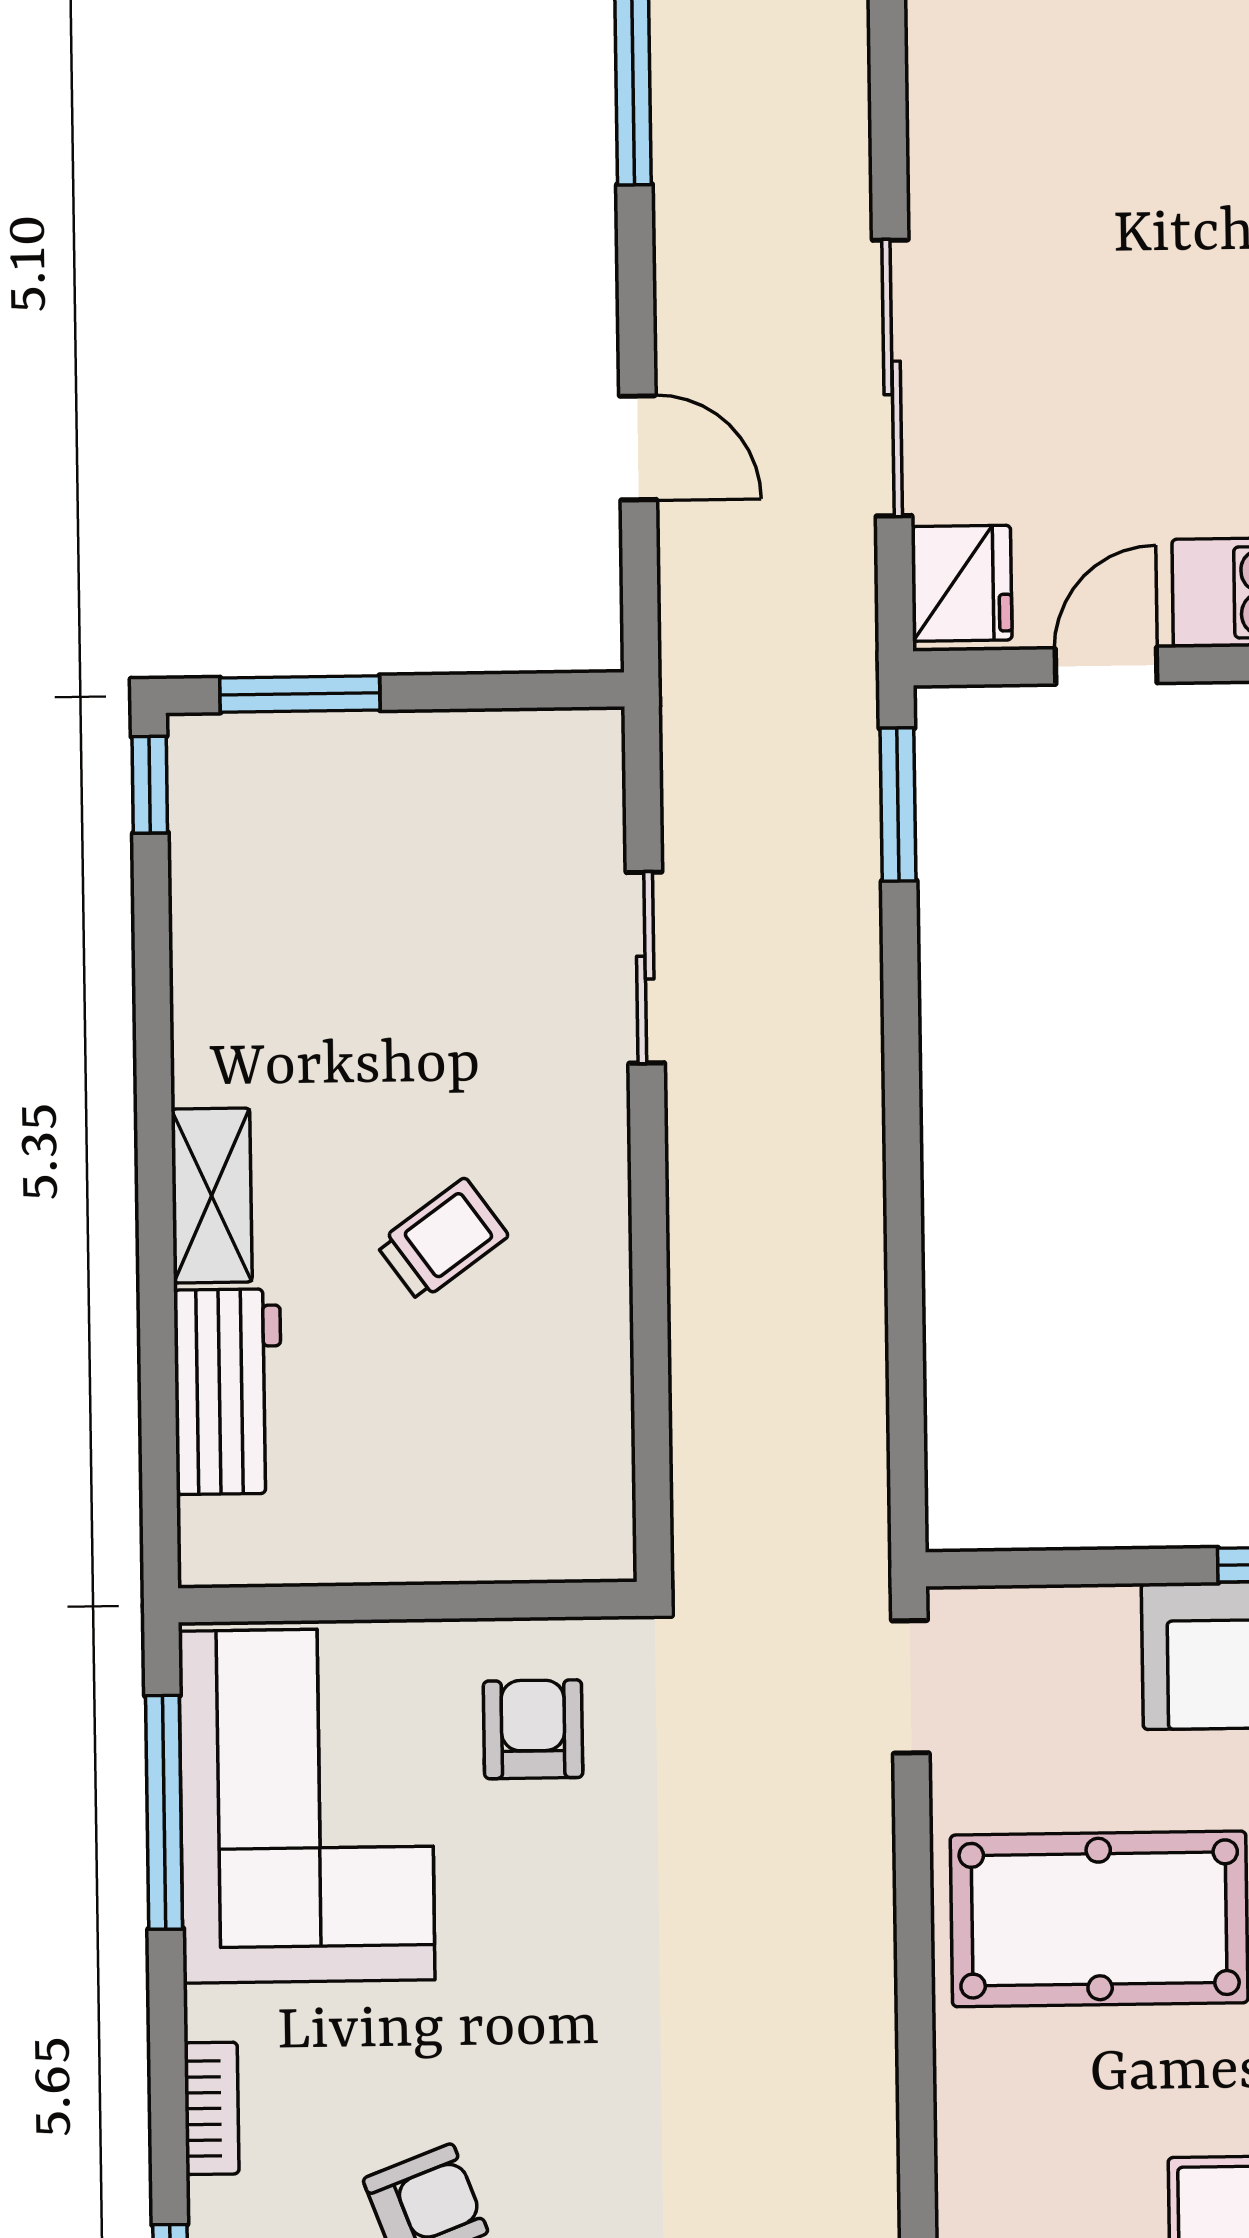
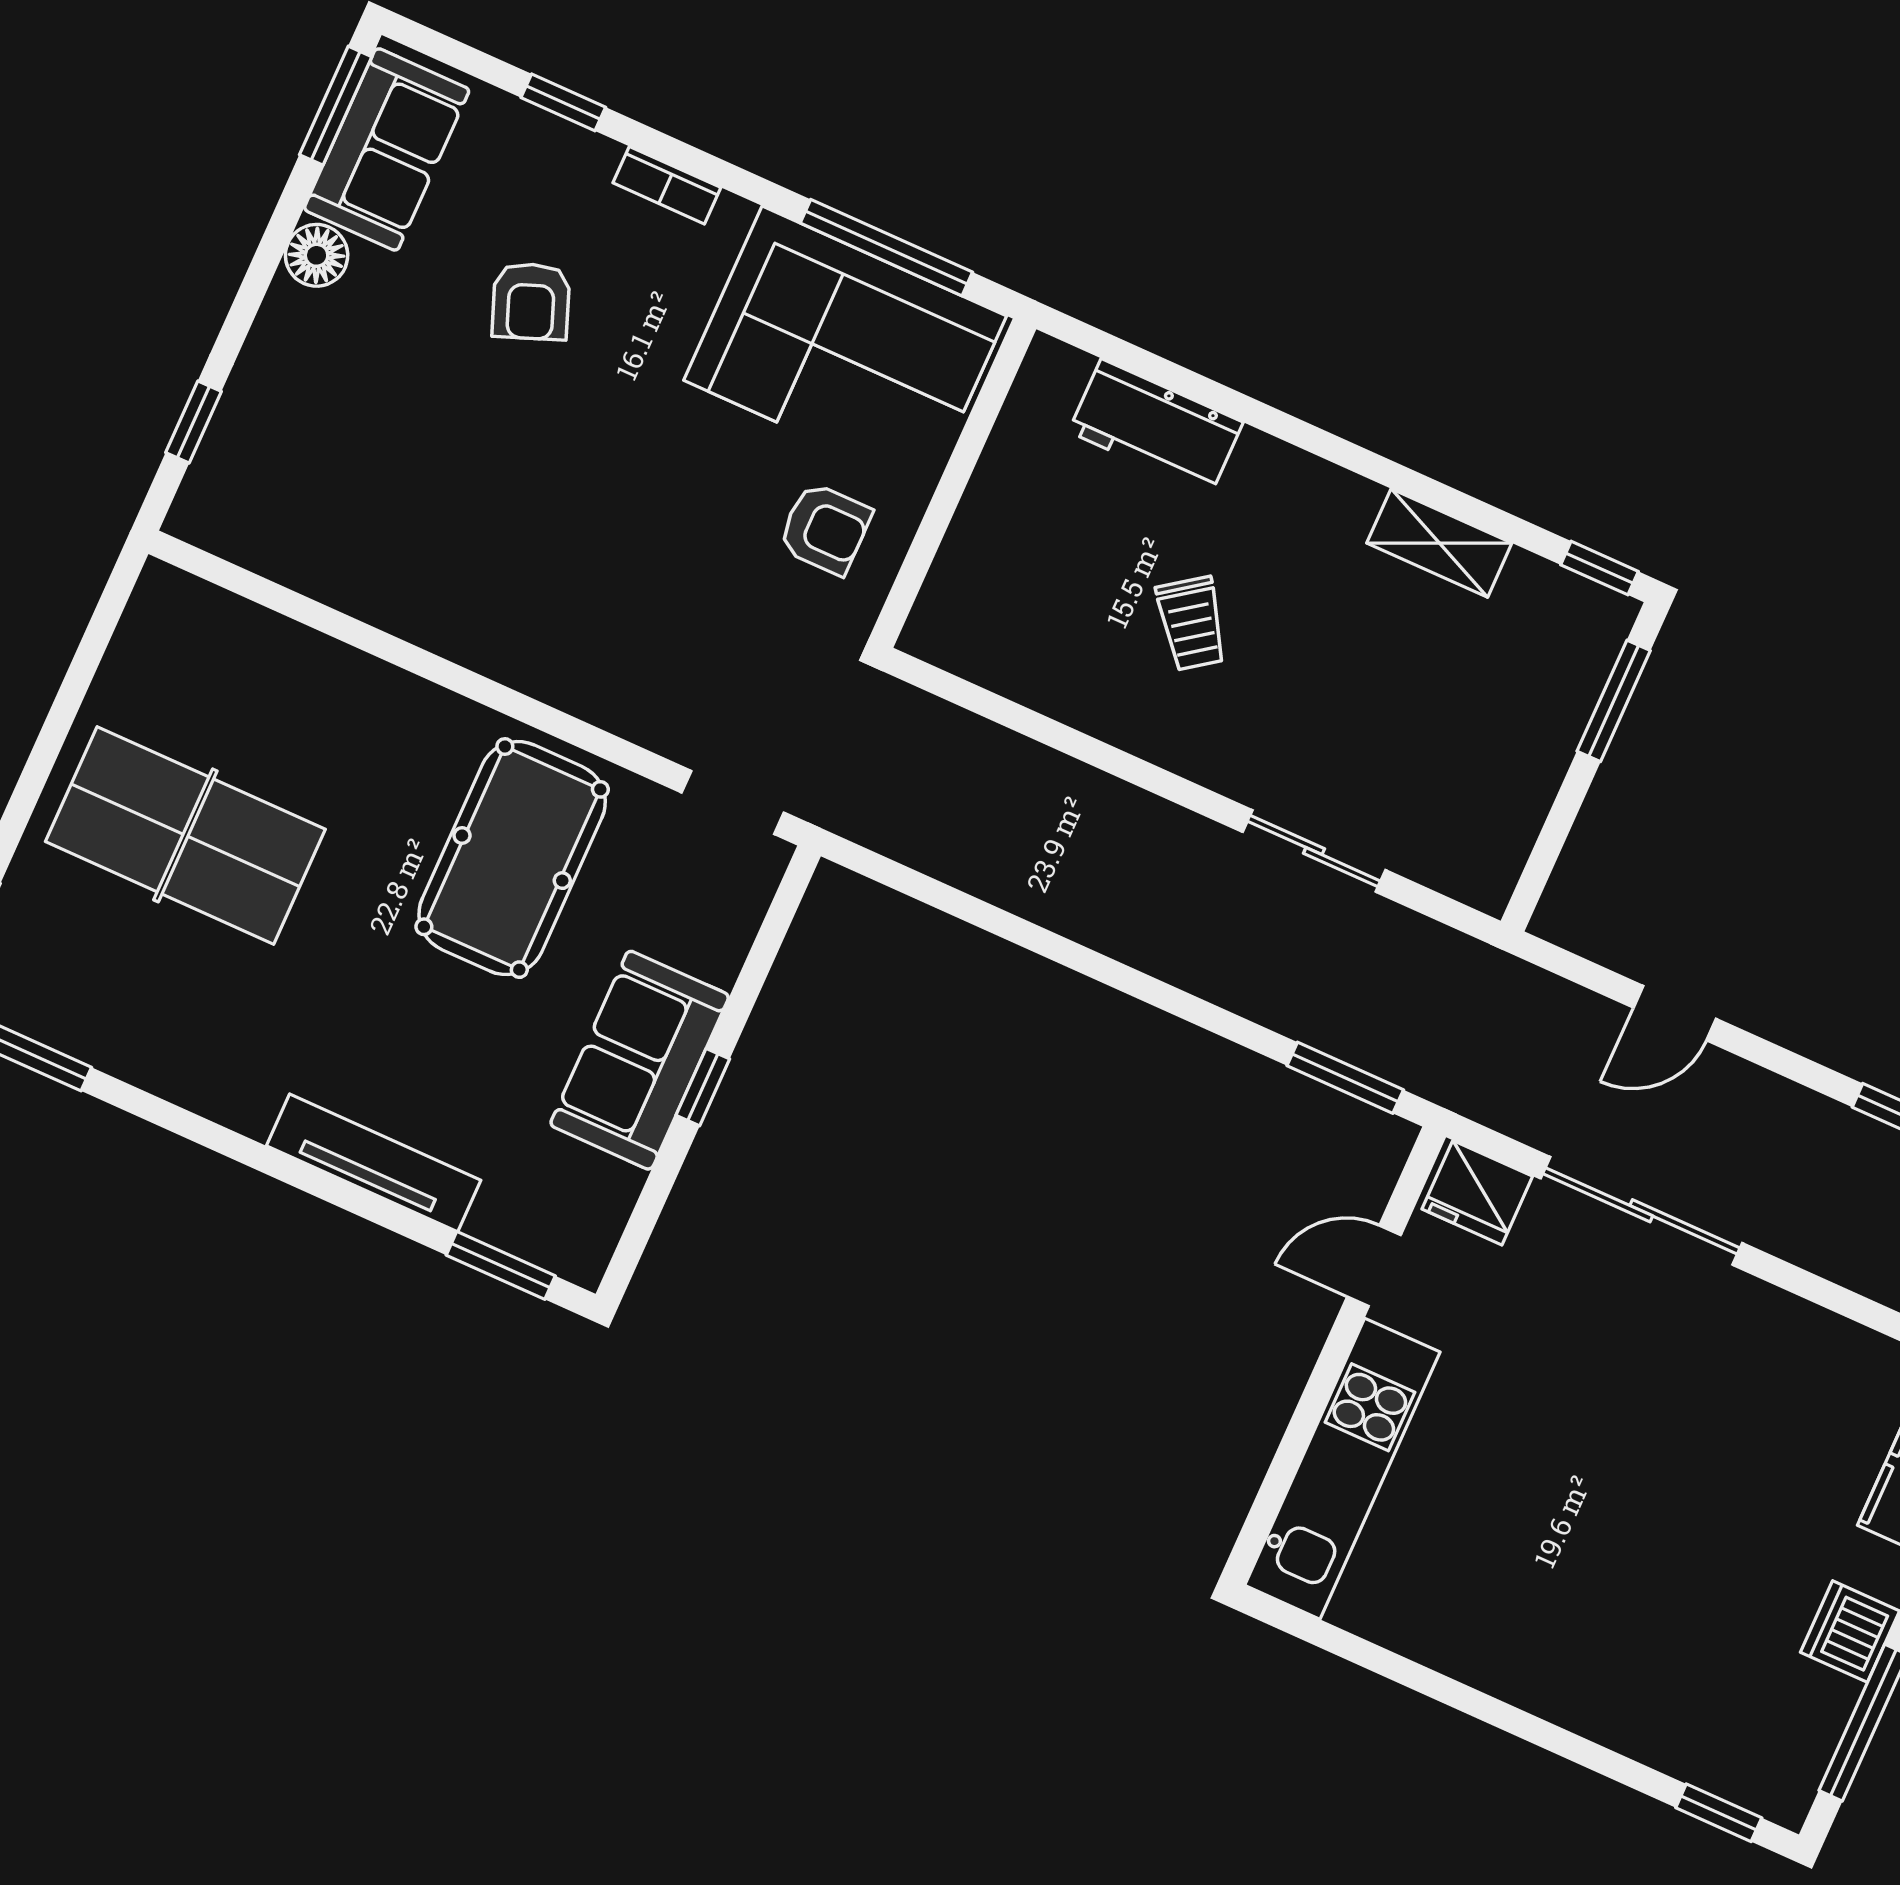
door: (1106, 666) -> (1374, 1266), swing flipped
shelving: (212, 1196) -> (1439, 543), moved

